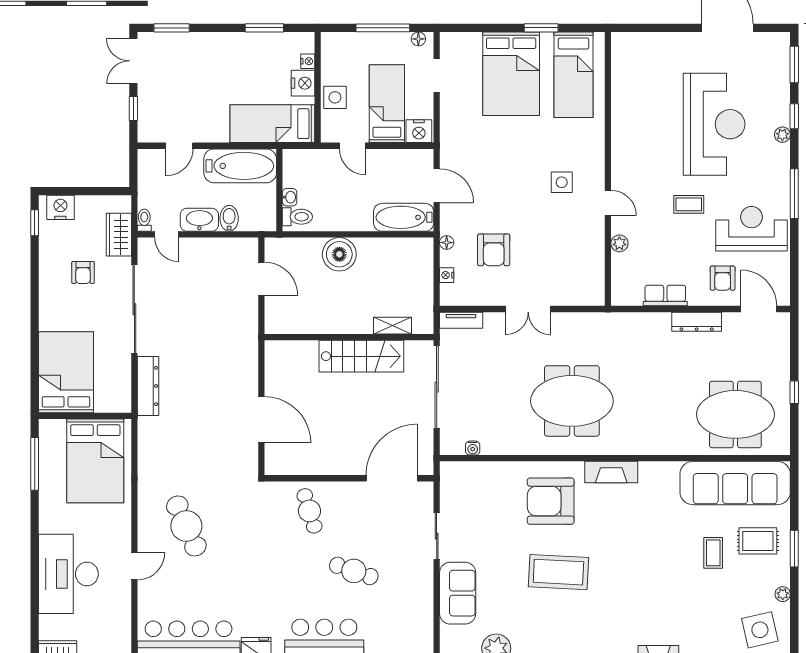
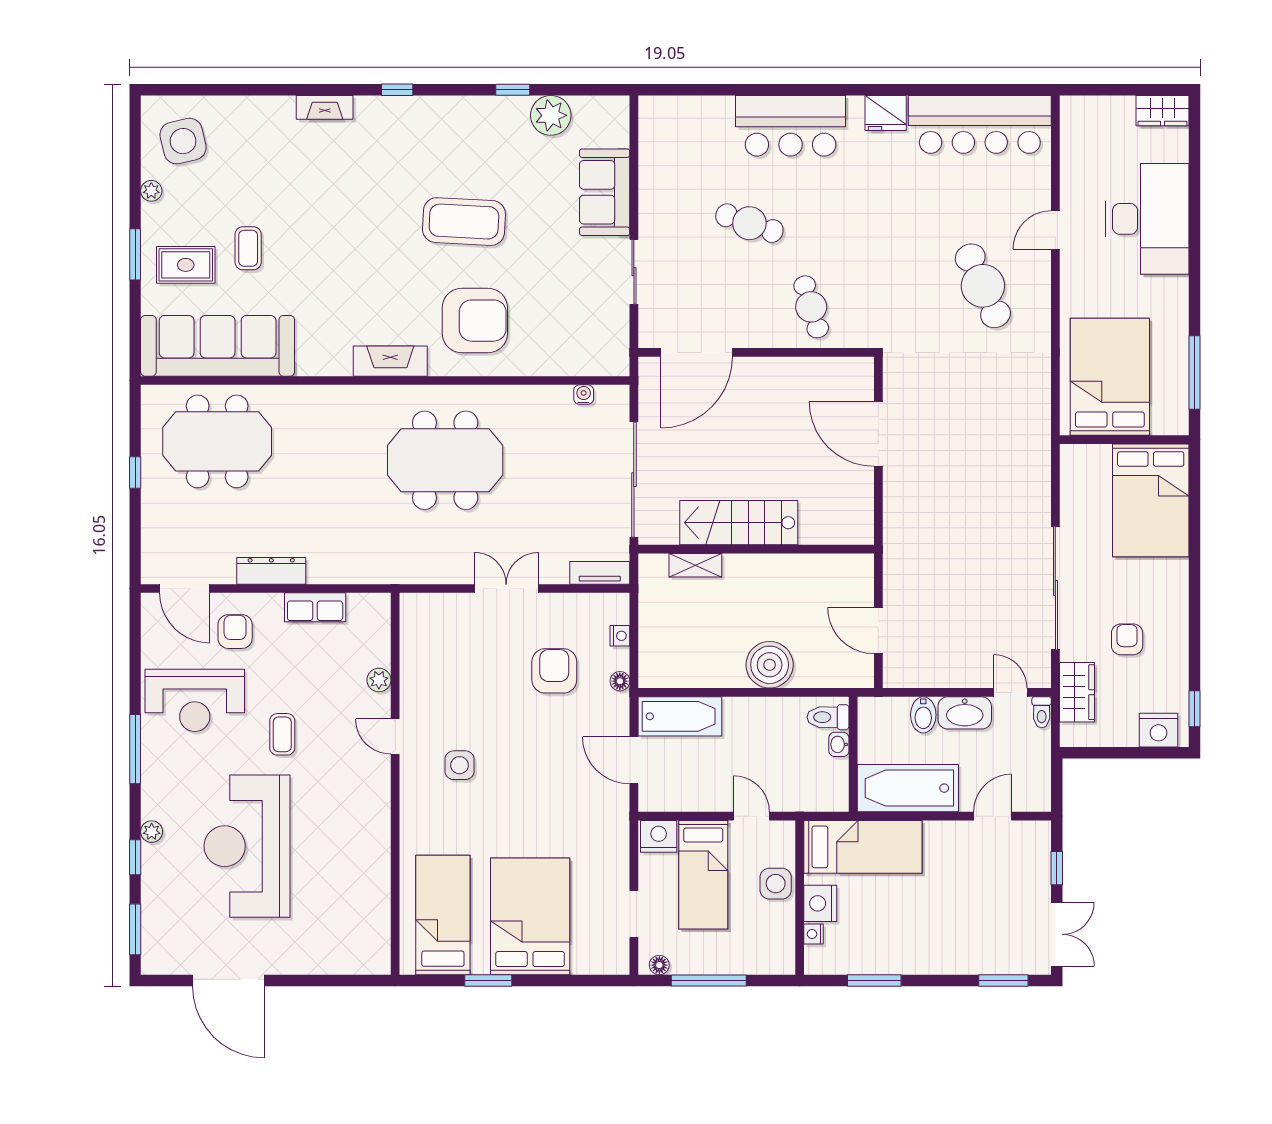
coffee table: (689, 204) -> (282, 734), turned 90
dresser: (148, 386) -> (1036, 481), removed

